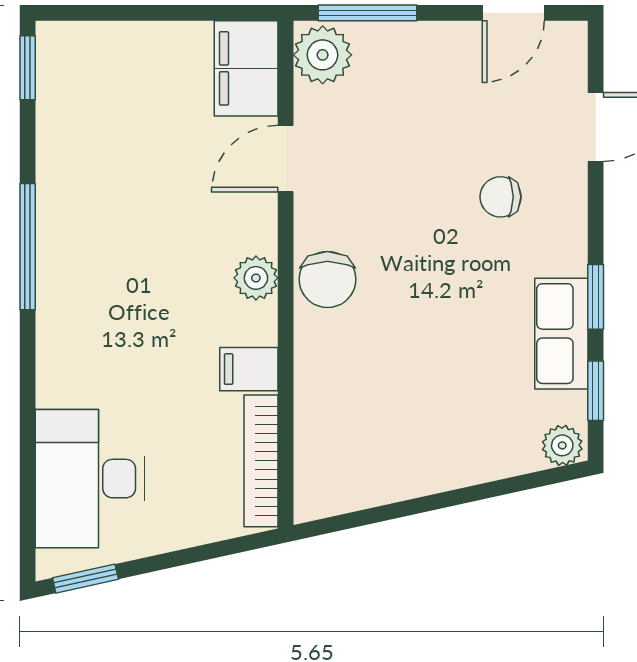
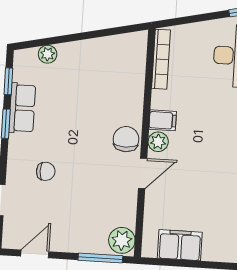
filing cabinet: (246, 68) -> (180, 245), moved, turned -90
door: (286, 159) -> (143, 173), moved
filing cabinet: (249, 369) -> (163, 120), moved
plant: (562, 445) -> (48, 54), moved

